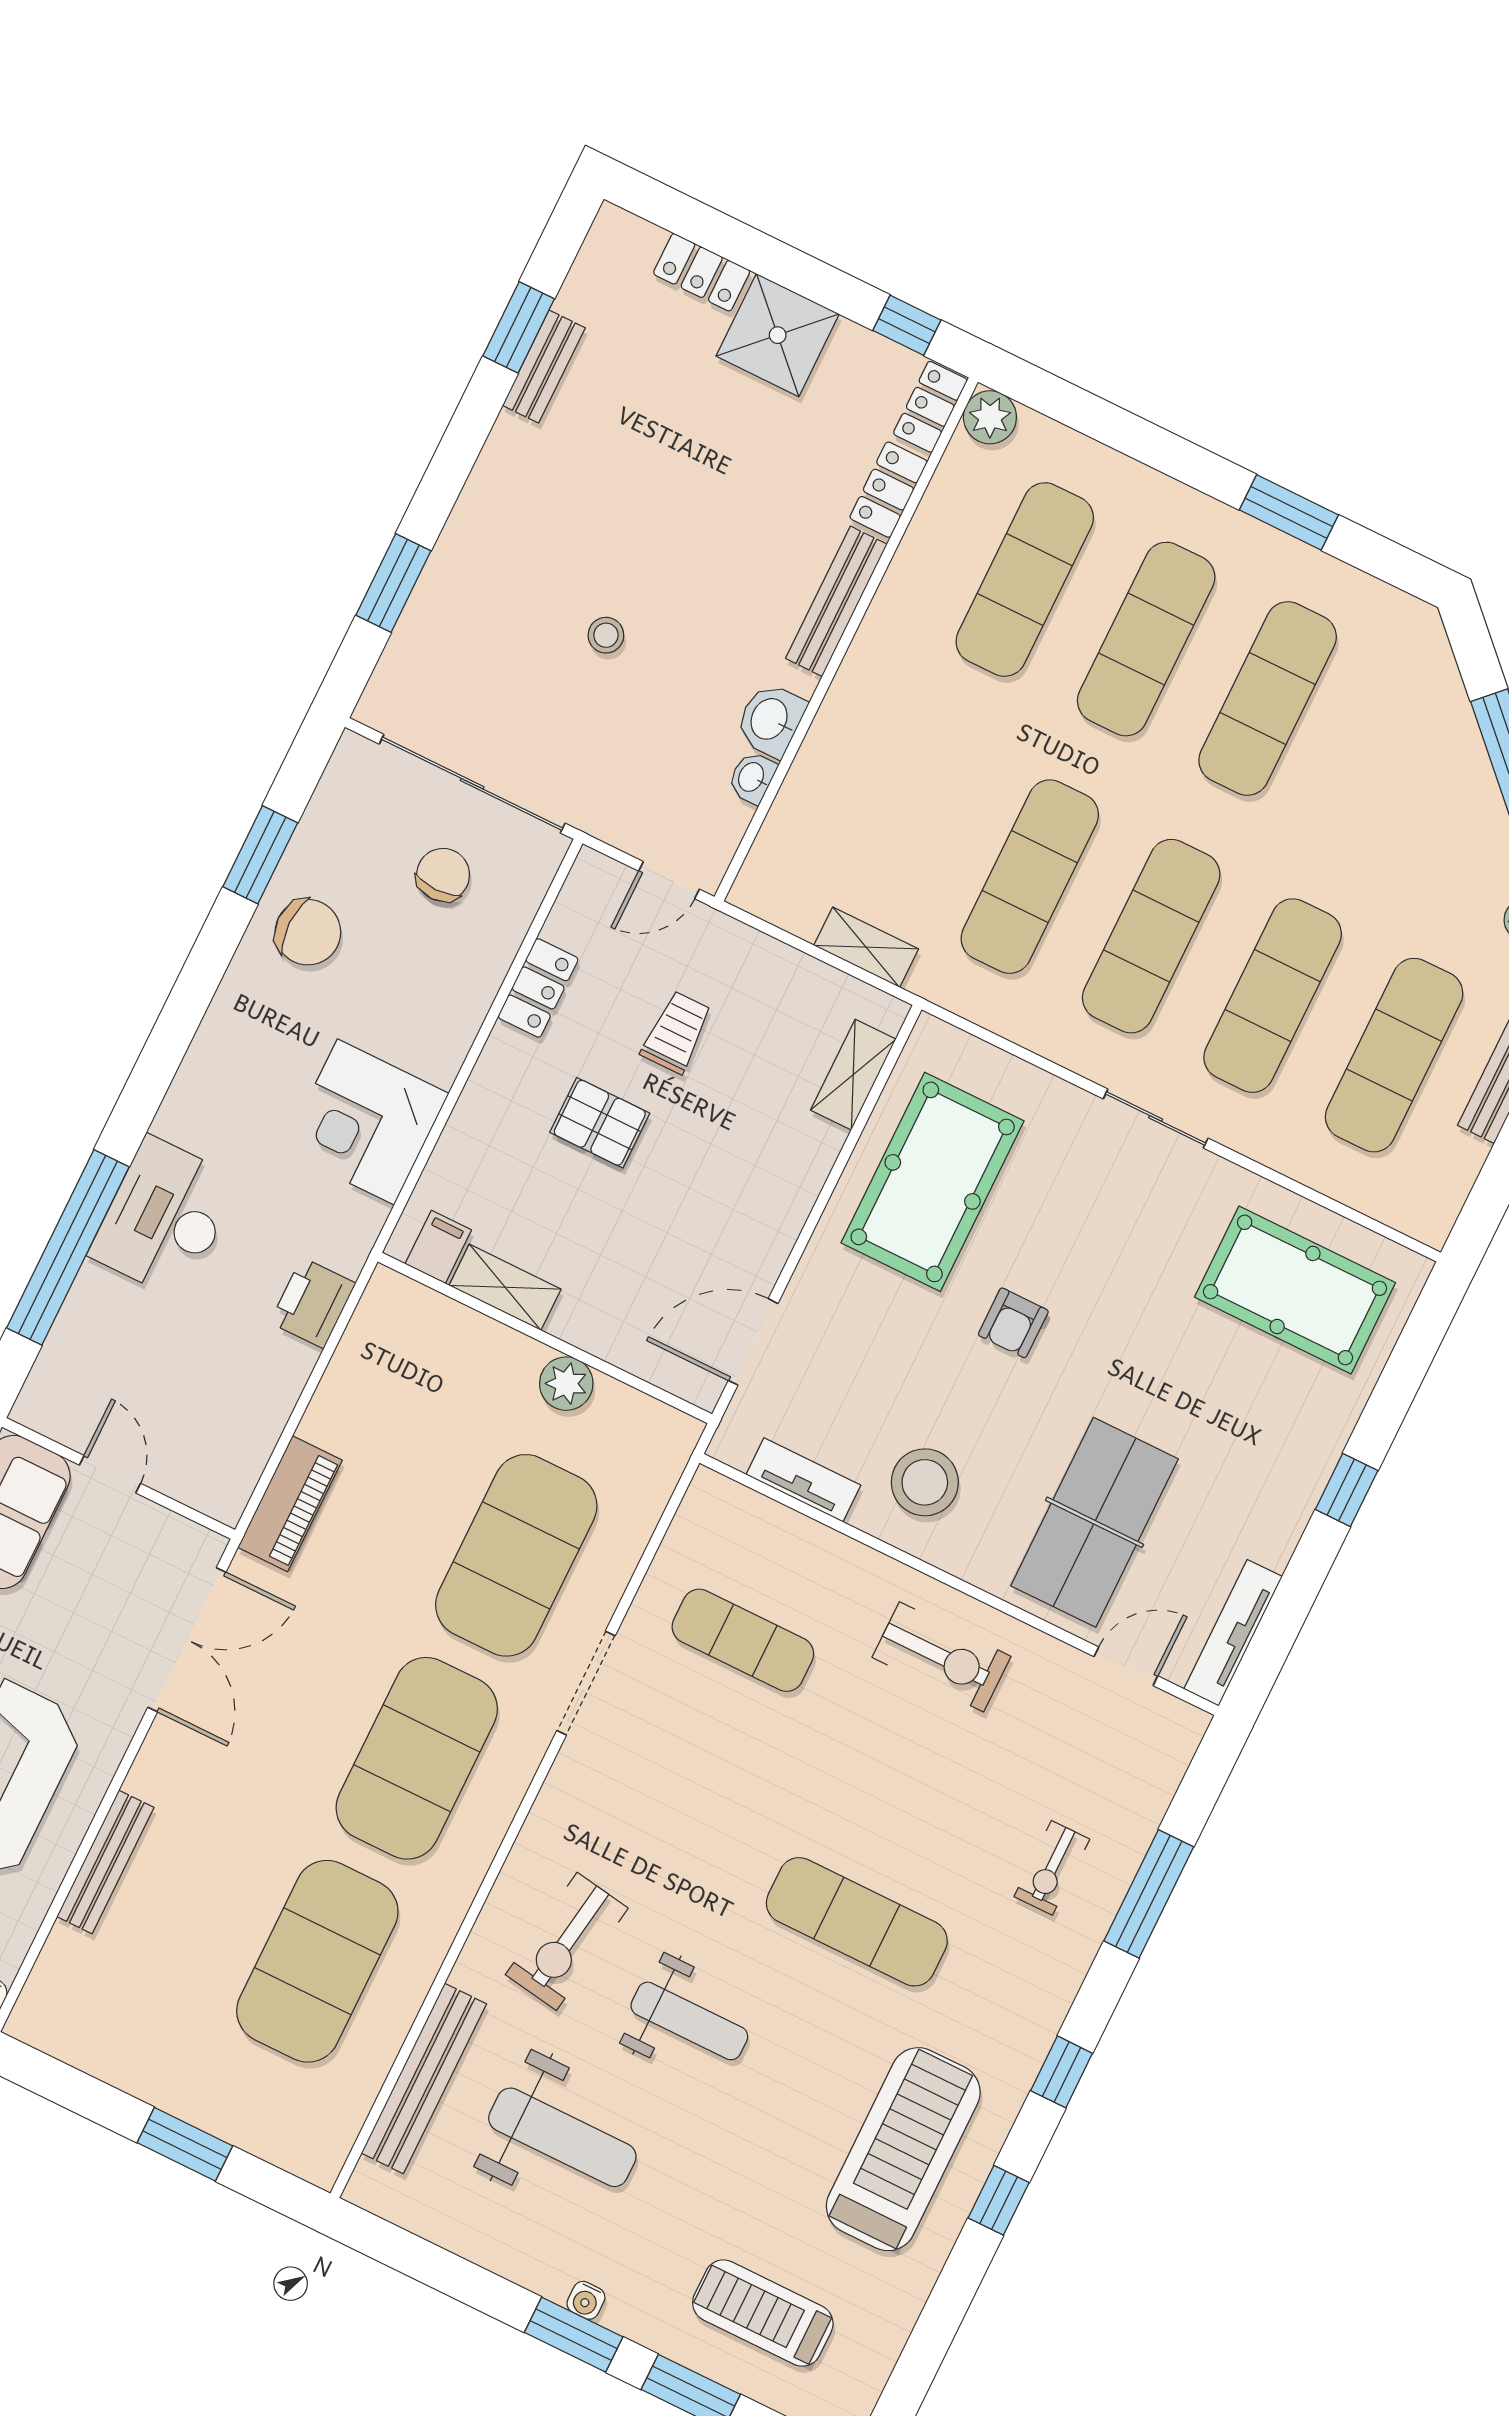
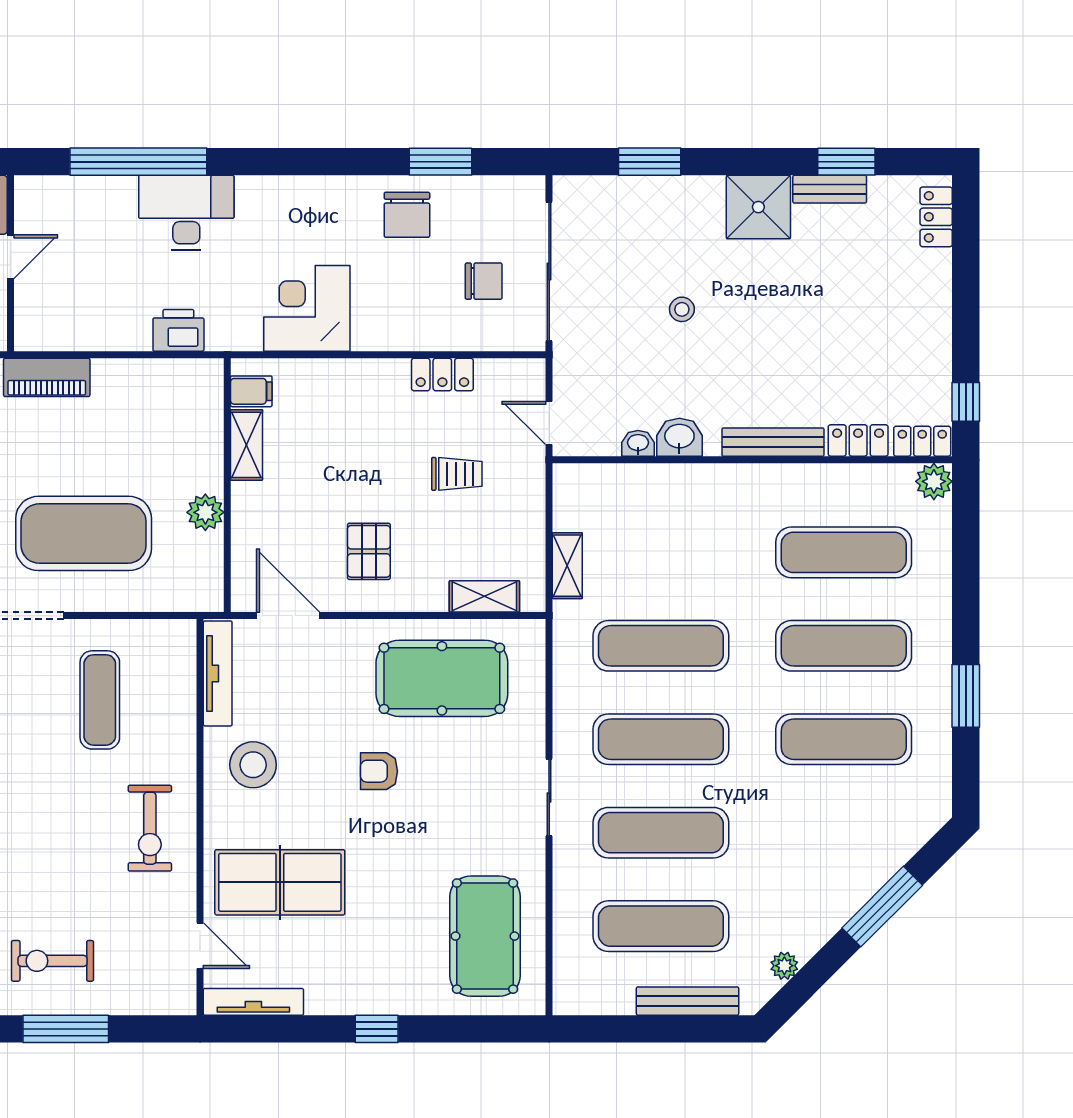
locker: (702, 272) -> (936, 217), moved
shower: (778, 335) -> (758, 207), moved
pallet: (600, 1123) -> (369, 551), moved
tv unit: (803, 1480) -> (218, 673), width x1.41
exercise bike: (1052, 1868) -> (52, 961), width x1.38, depth x1.39

